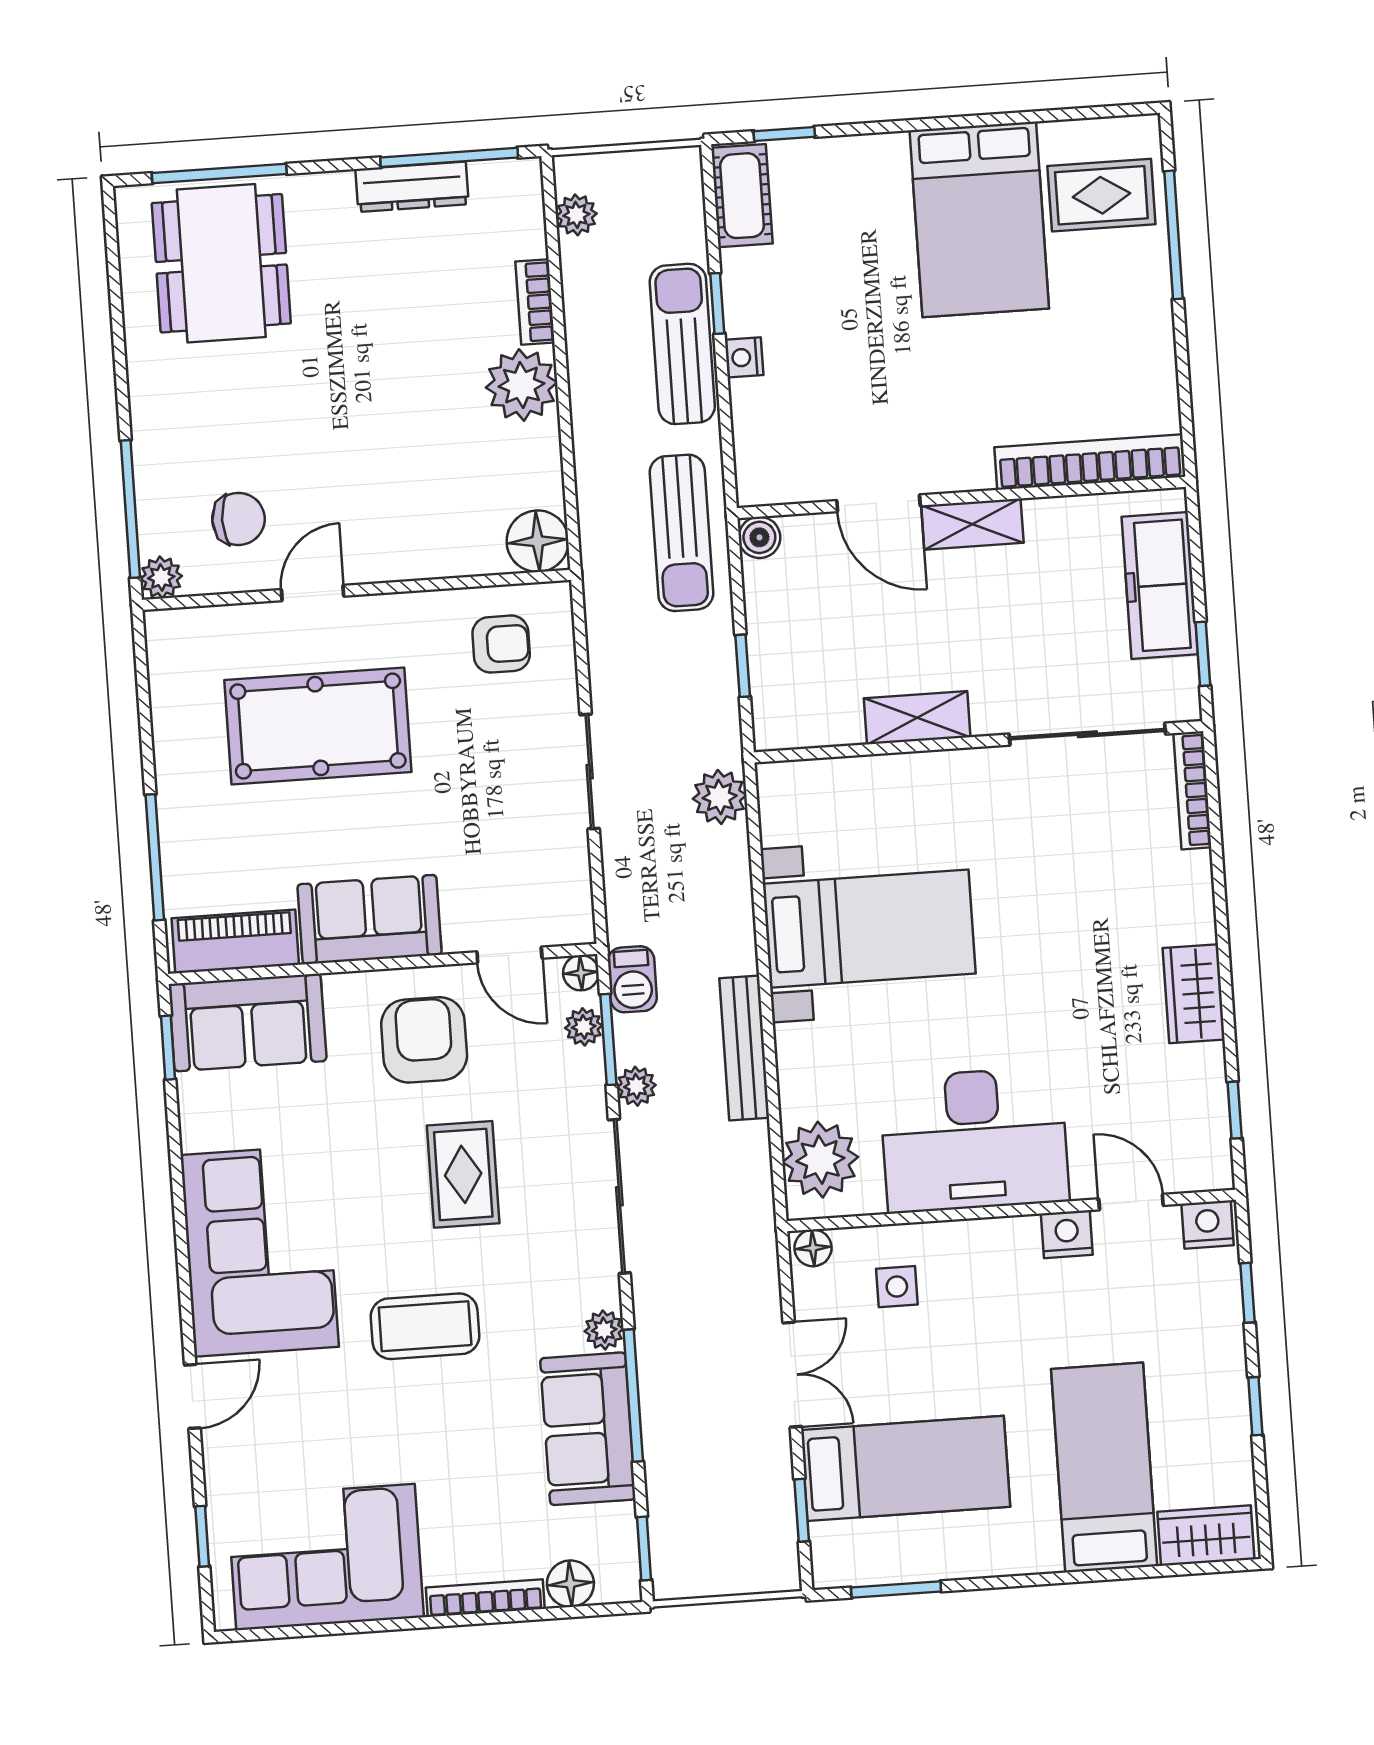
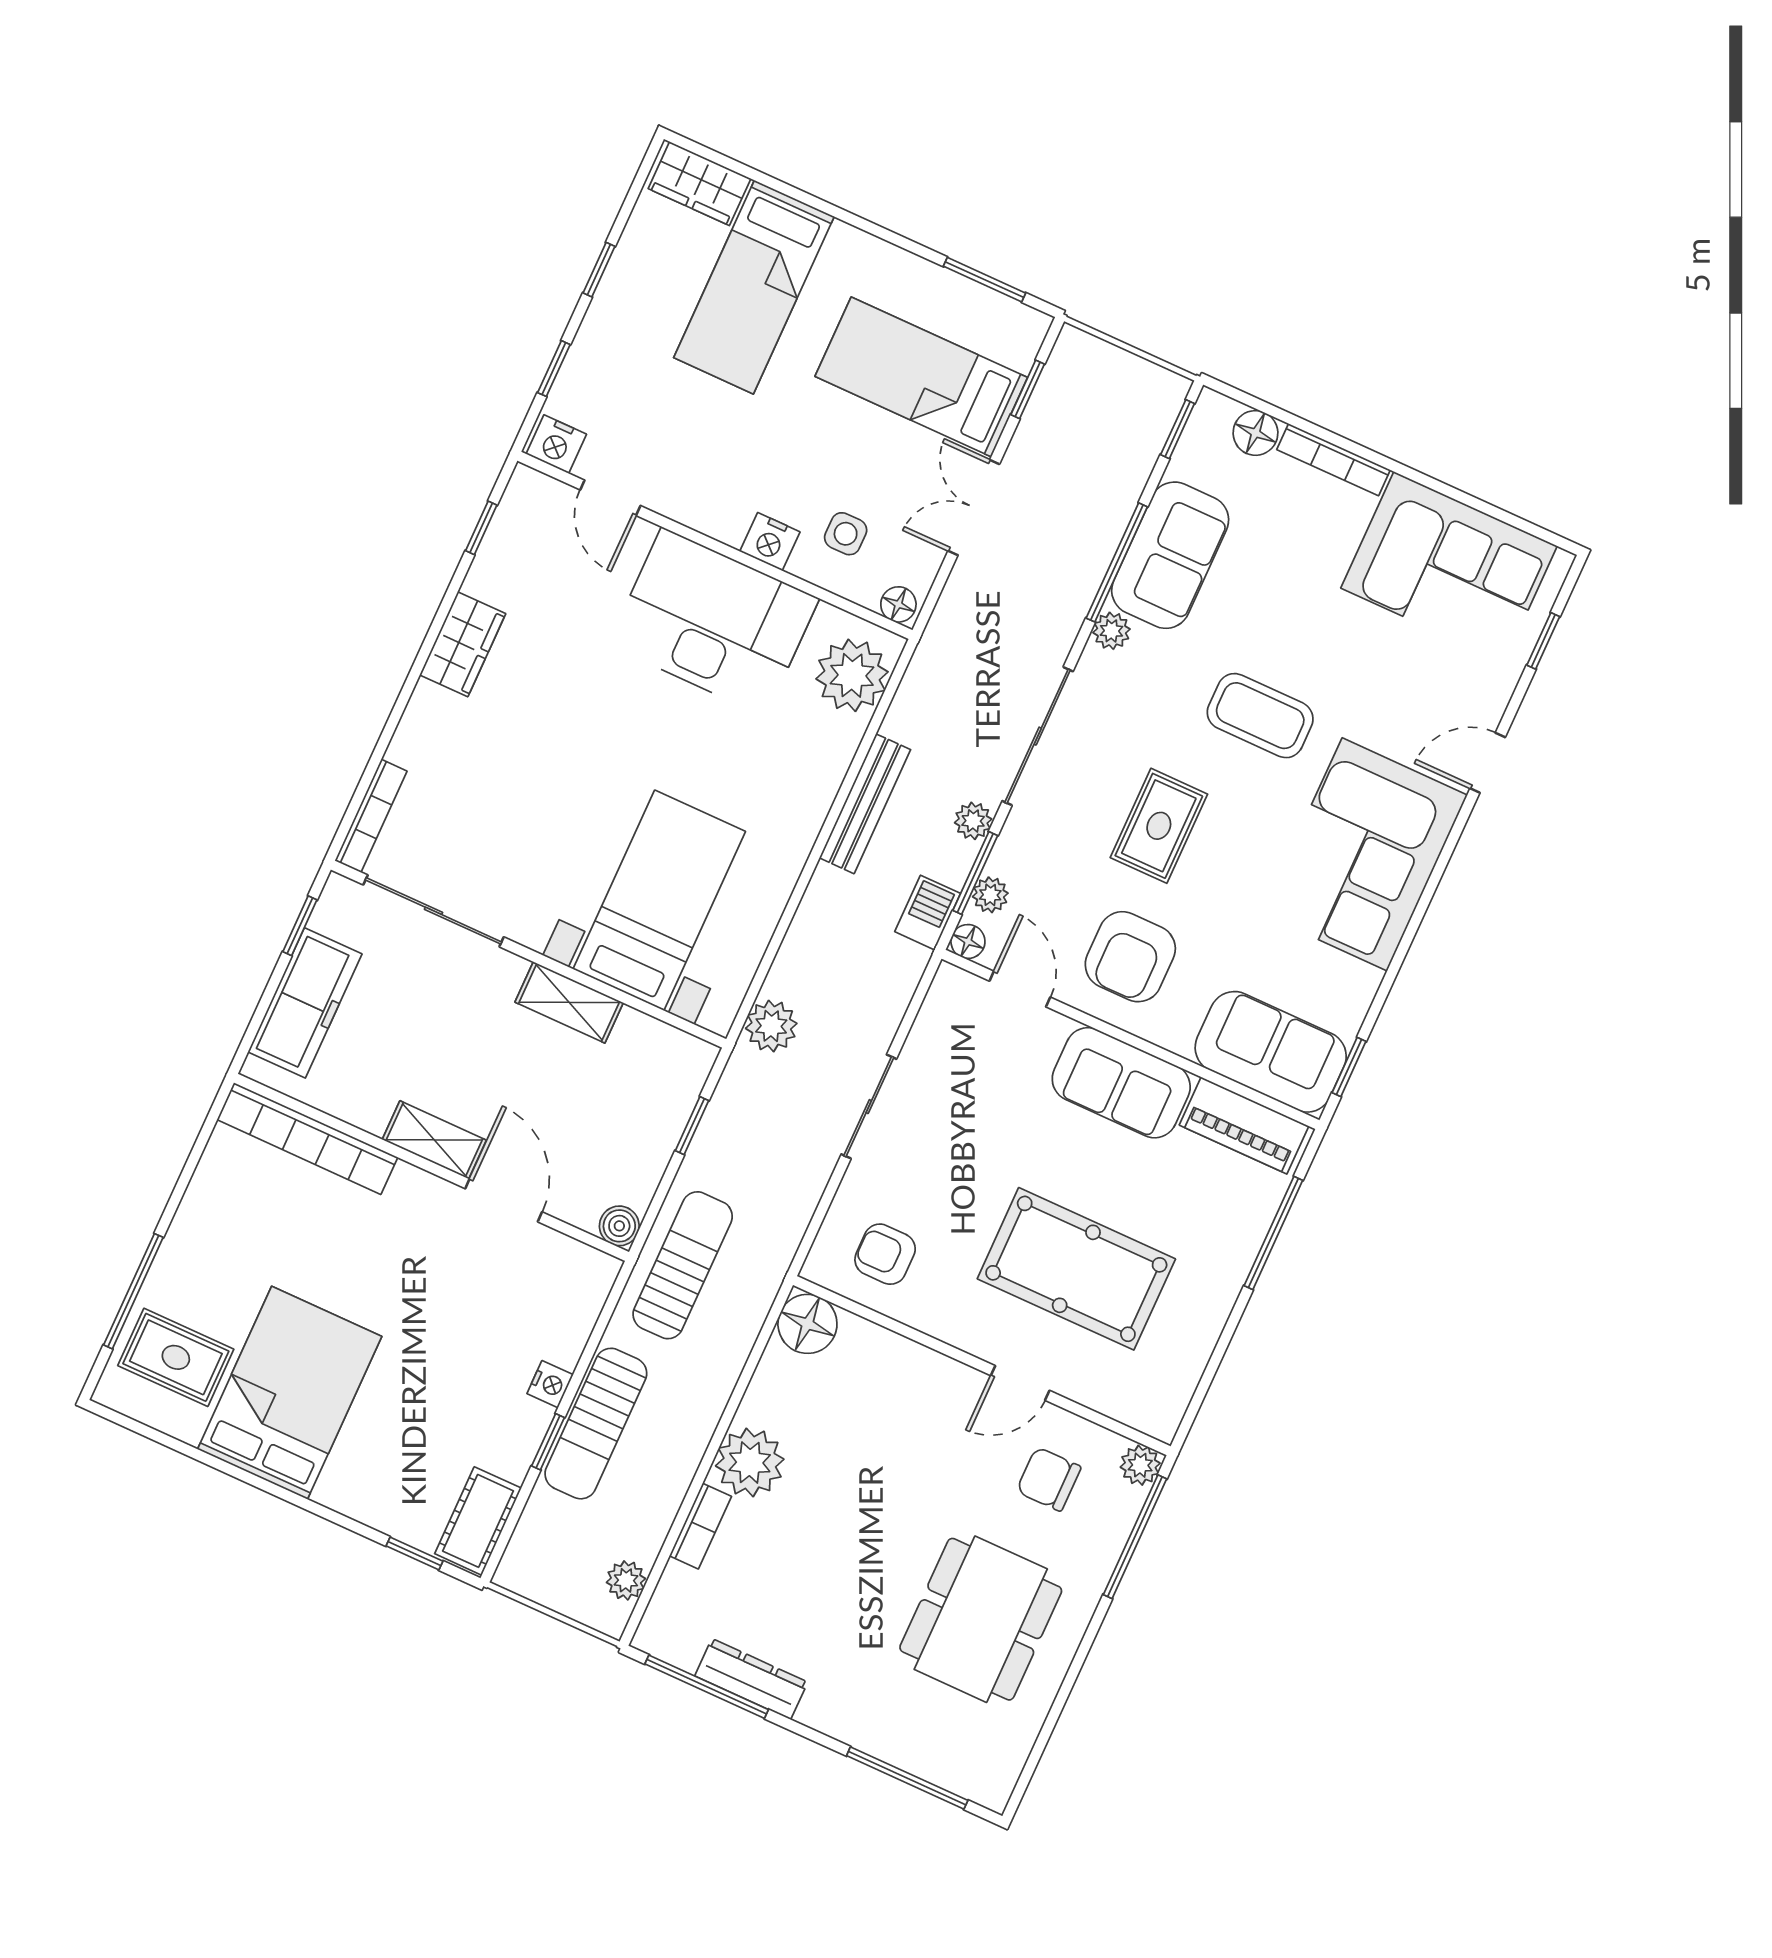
dining table: (221, 263) -> (981, 1619), moved
bed with nightstands: (869, 929) -> (659, 900), moved, turned 90
nightstand: (1067, 1234) -> (770, 542), moved

